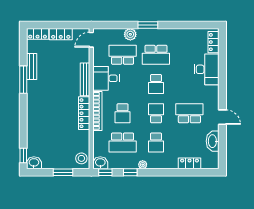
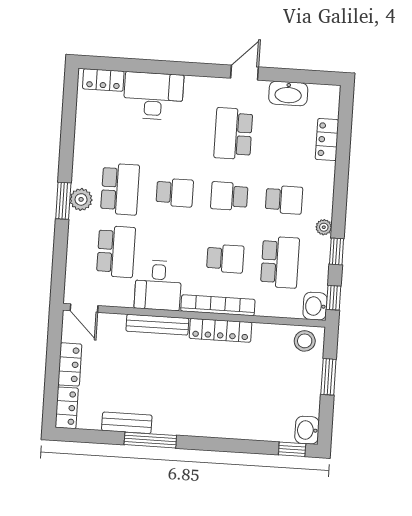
plant: (130, 34) -> (81, 199), moved
school desk: (123, 55) -> (116, 252), turned 180

